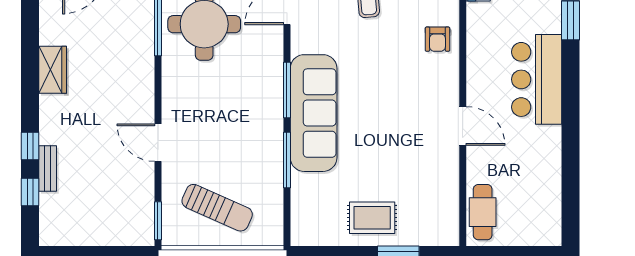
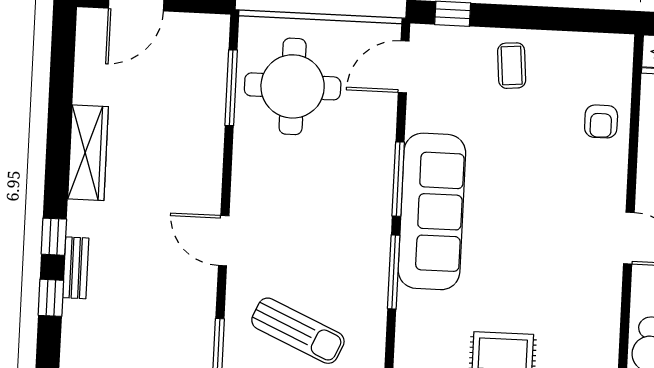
wardrobe: (53, 70) -> (88, 153), width x1.50

